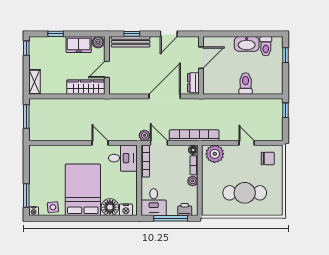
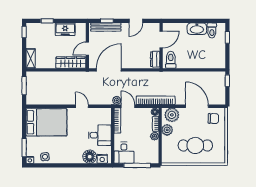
boiler: (98, 42) -> (80, 27), removed
toilet: (246, 84) -> (171, 60), moved
door: (165, 96) -> (109, 70), moved
door: (247, 143) -> (197, 106), width x1.87
desk: (123, 158) -> (100, 135), moved
plant: (209, 173) -> (167, 130), added
bed: (83, 190) -> (46, 122), moved, turned 90
printer: (185, 210) -> (148, 159), removed

